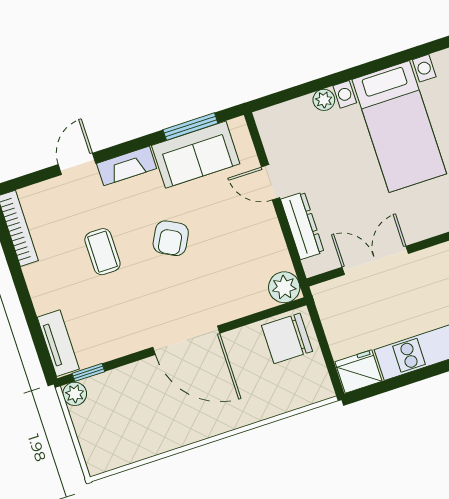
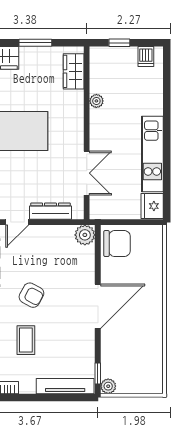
coffee table: (102, 252) -> (26, 340), turned 90
double door: (375, 260) -> (87, 173), swing flipped
chair: (287, 338) -> (117, 244), turned -90
tv unit: (58, 343) -> (65, 386), width x1.41

